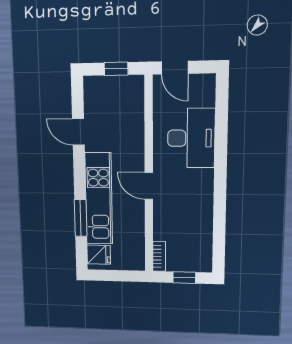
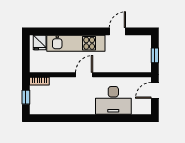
window: (81, 218) -> (63, 31), removed

